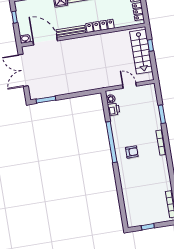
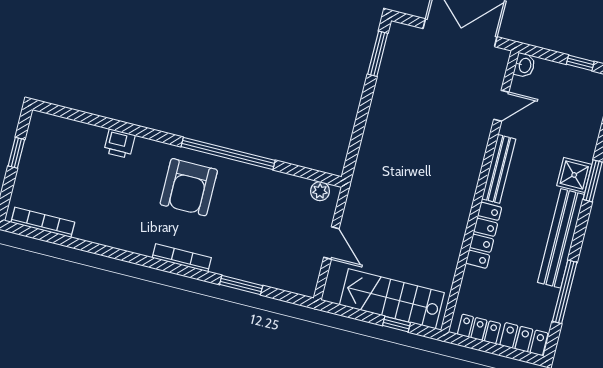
door: (45, 41) -> (501, 106), width x0.53
door: (129, 85) -> (331, 243), hinge flipped
printer: (114, 109) -> (119, 144), moved
armchair: (132, 152) -> (189, 187), width x1.88, depth x1.88

